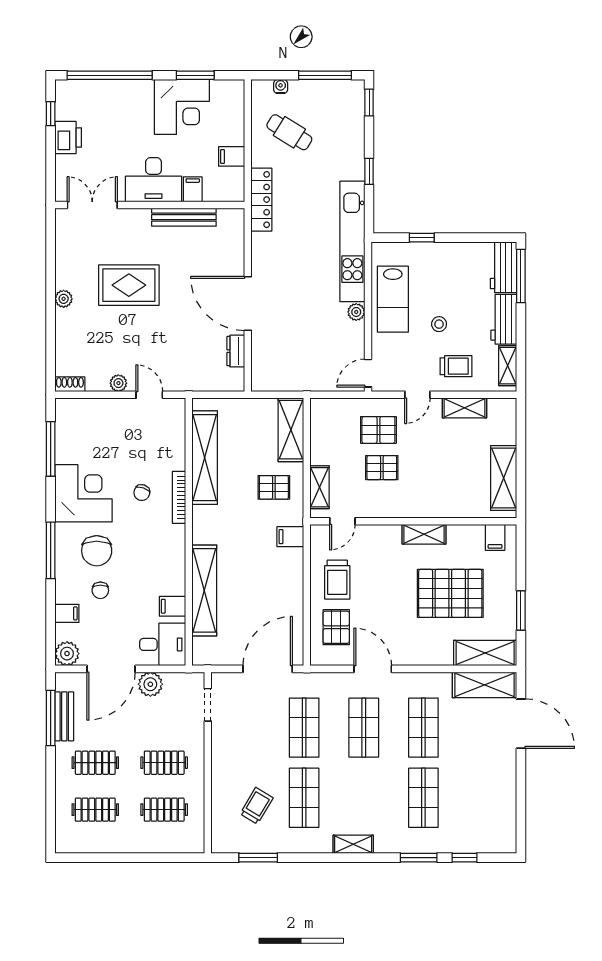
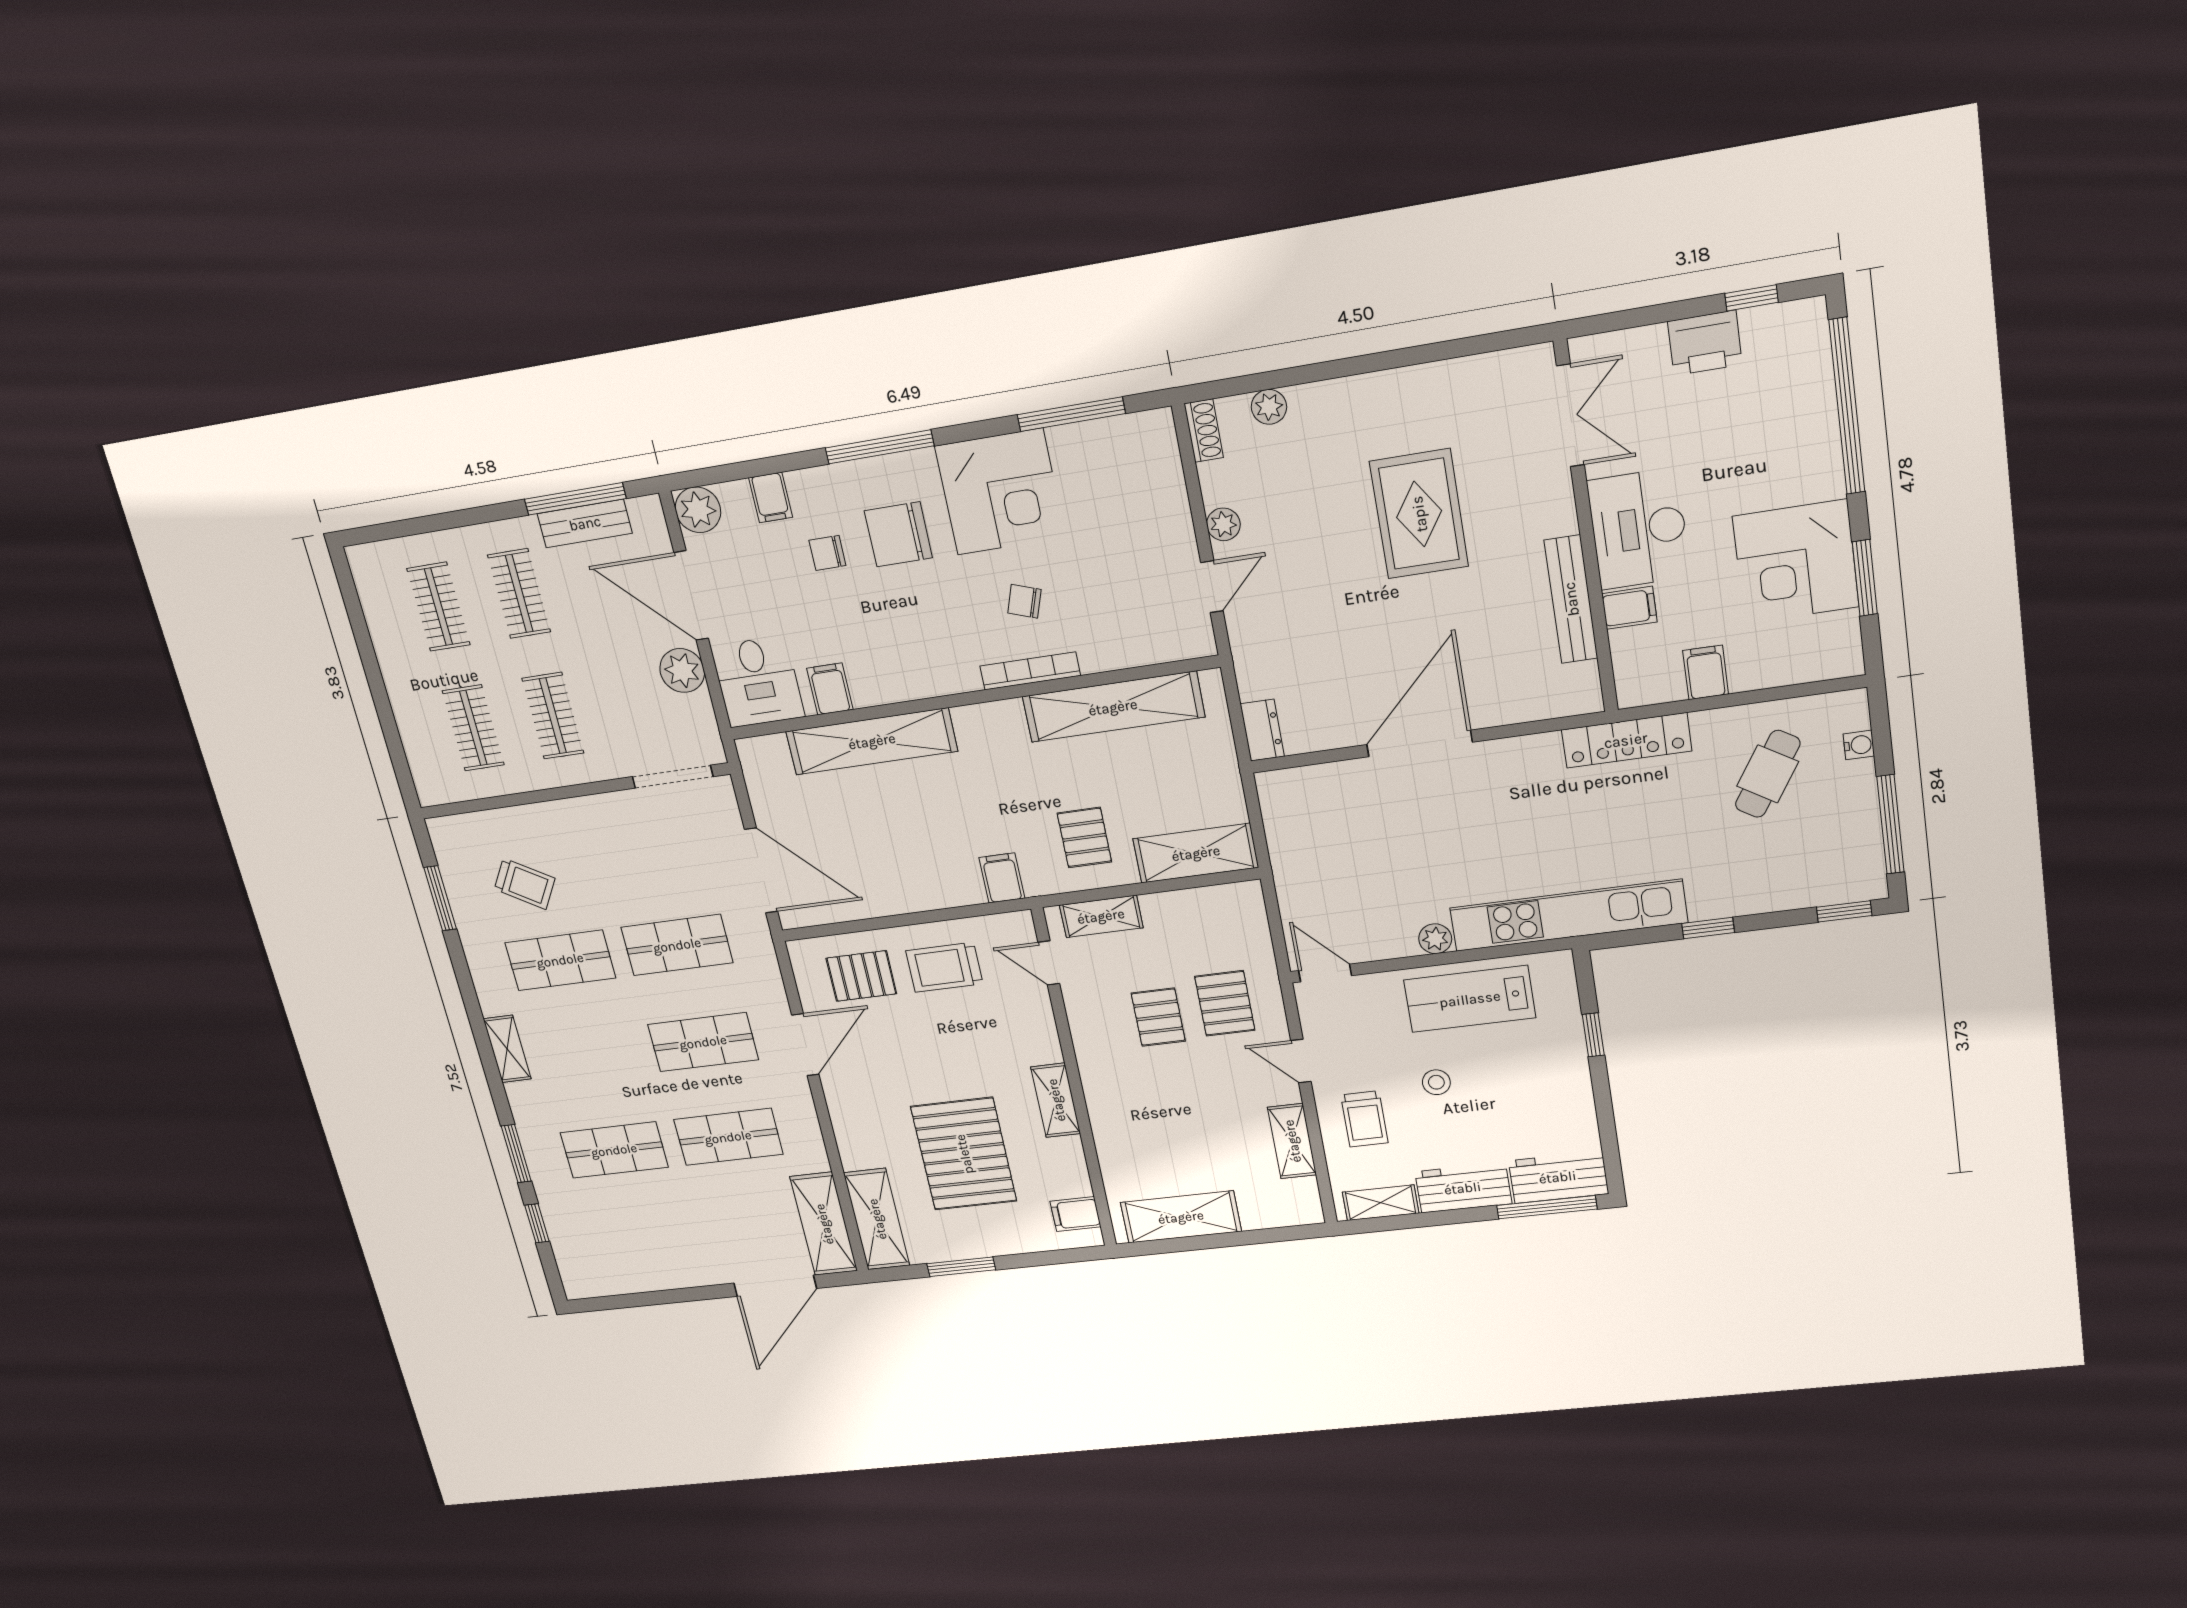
plant: (64, 299) -> (1269, 407), moved
dresser: (236, 351) -> (1262, 730), moved, turned 90
doorway: (208, 705) -> (673, 777), width x1.38

